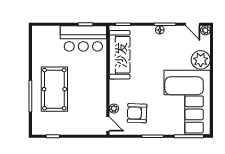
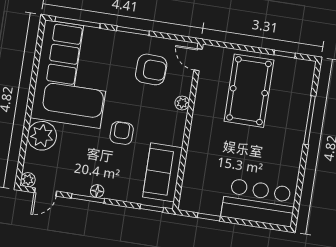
door: (193, 24) -> (46, 192), swing flipped
bar counter: (83, 38) -> (259, 202), moved
sofa: (120, 55) -> (163, 172), width x0.73
armchair: (150, 69) -> (122, 133), added
pool table: (54, 89) -> (249, 91), moved
plant: (114, 109) -> (182, 103), moved

